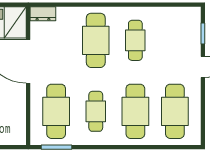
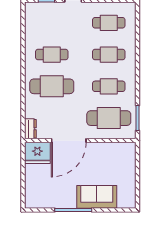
cafe table: (135, 111) -> (109, 55), width x0.73, depth x0.74
cafe table: (175, 111) -> (109, 23), width x0.73, depth x0.74

